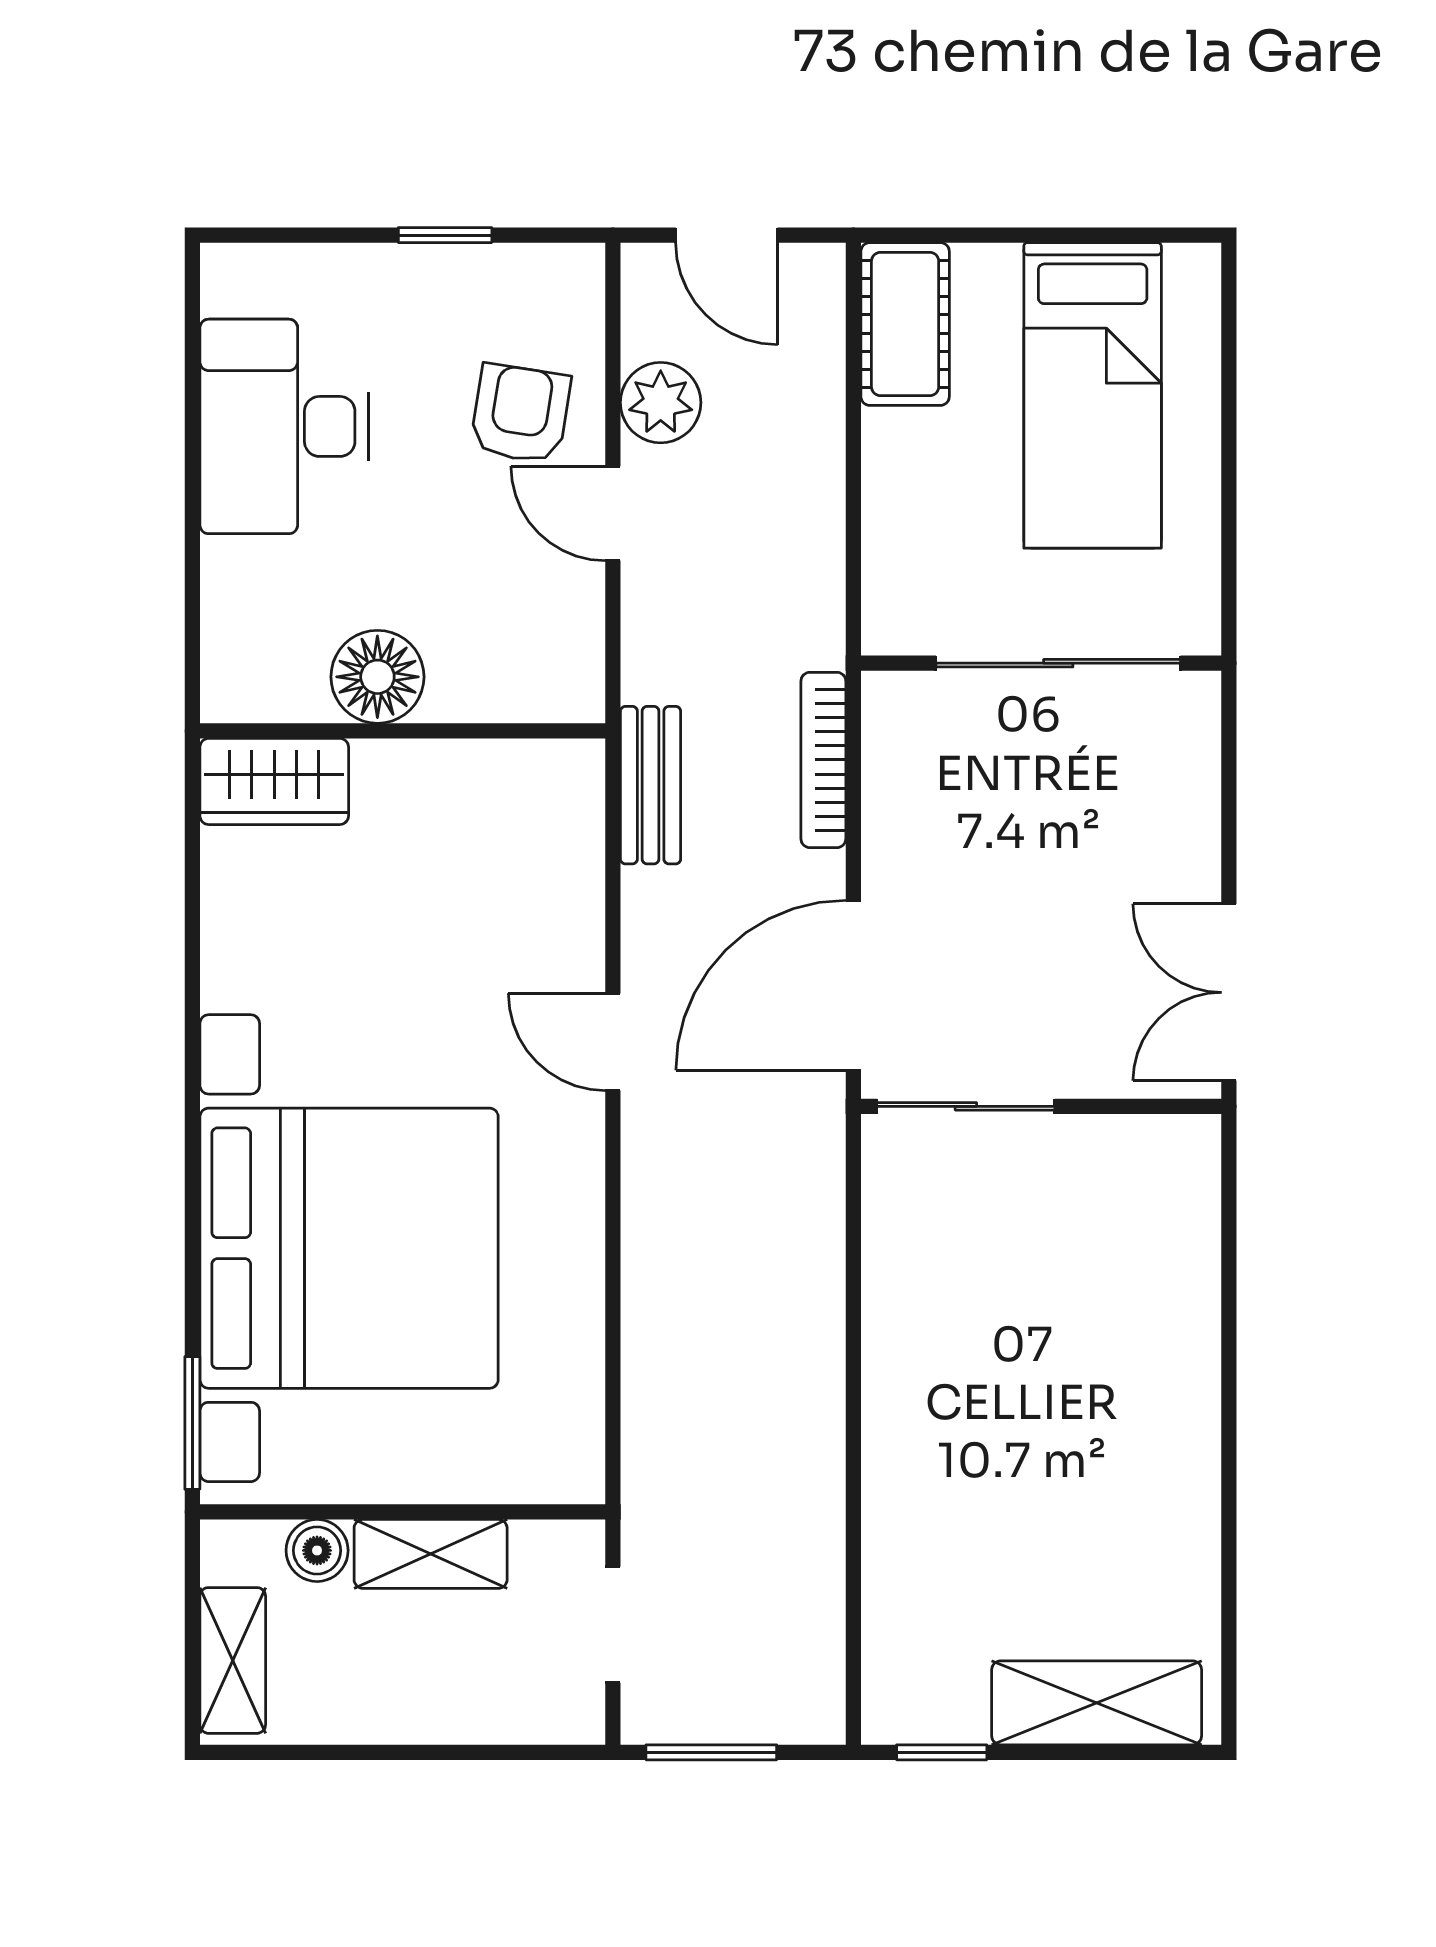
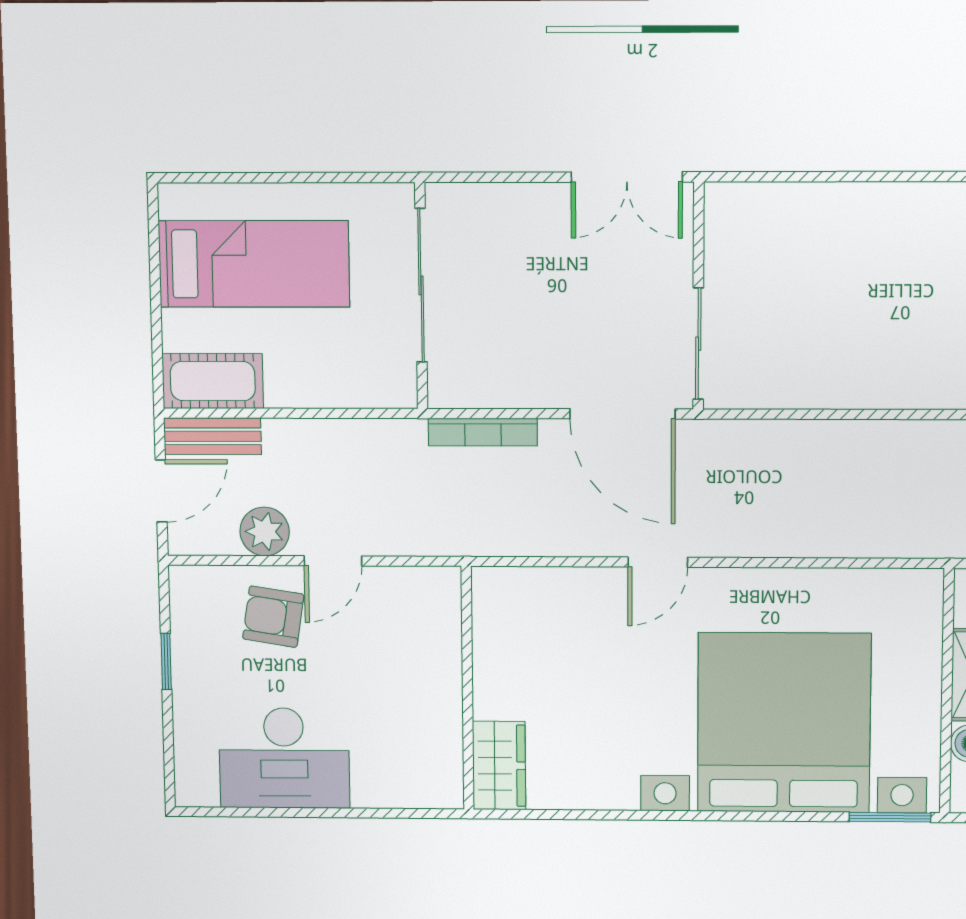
floor lamp: (377, 677) -> (435, 703), removed
bench: (651, 785) -> (213, 436), moved

